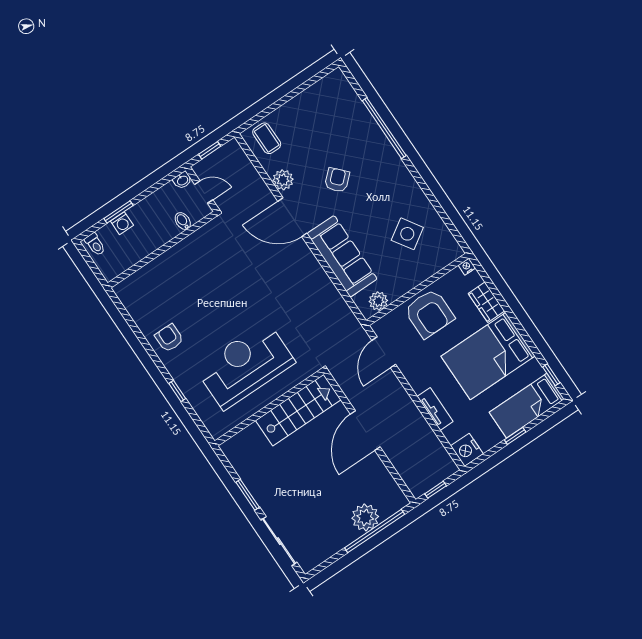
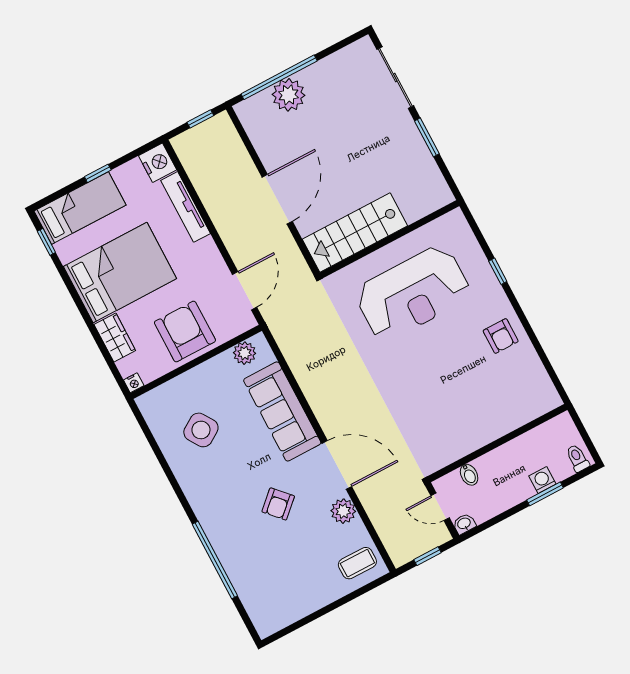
coffee table: (267, 138) -> (357, 563), turned 90
tv unit: (435, 409) -> (186, 207), width x1.41

